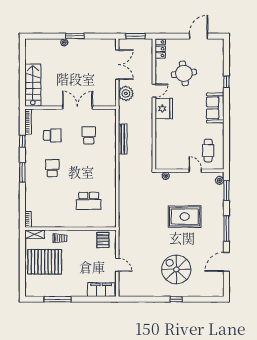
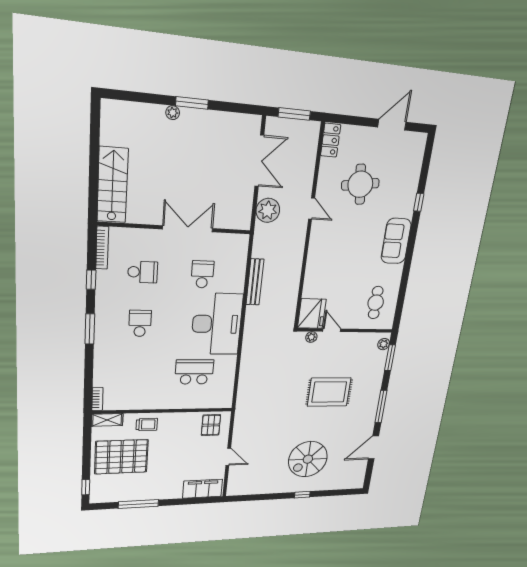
door: (154, 91) -> (312, 209), hinge flipped
fridge: (164, 109) -> (312, 313), moved
desk: (101, 168) -> (217, 324), added
door: (195, 171) -> (332, 330), moved
school desk: (89, 201) -> (194, 372), turned 180
spiral stairs: (176, 269) -> (308, 459), turned -90
window: (22, 284) -> (86, 487), added

